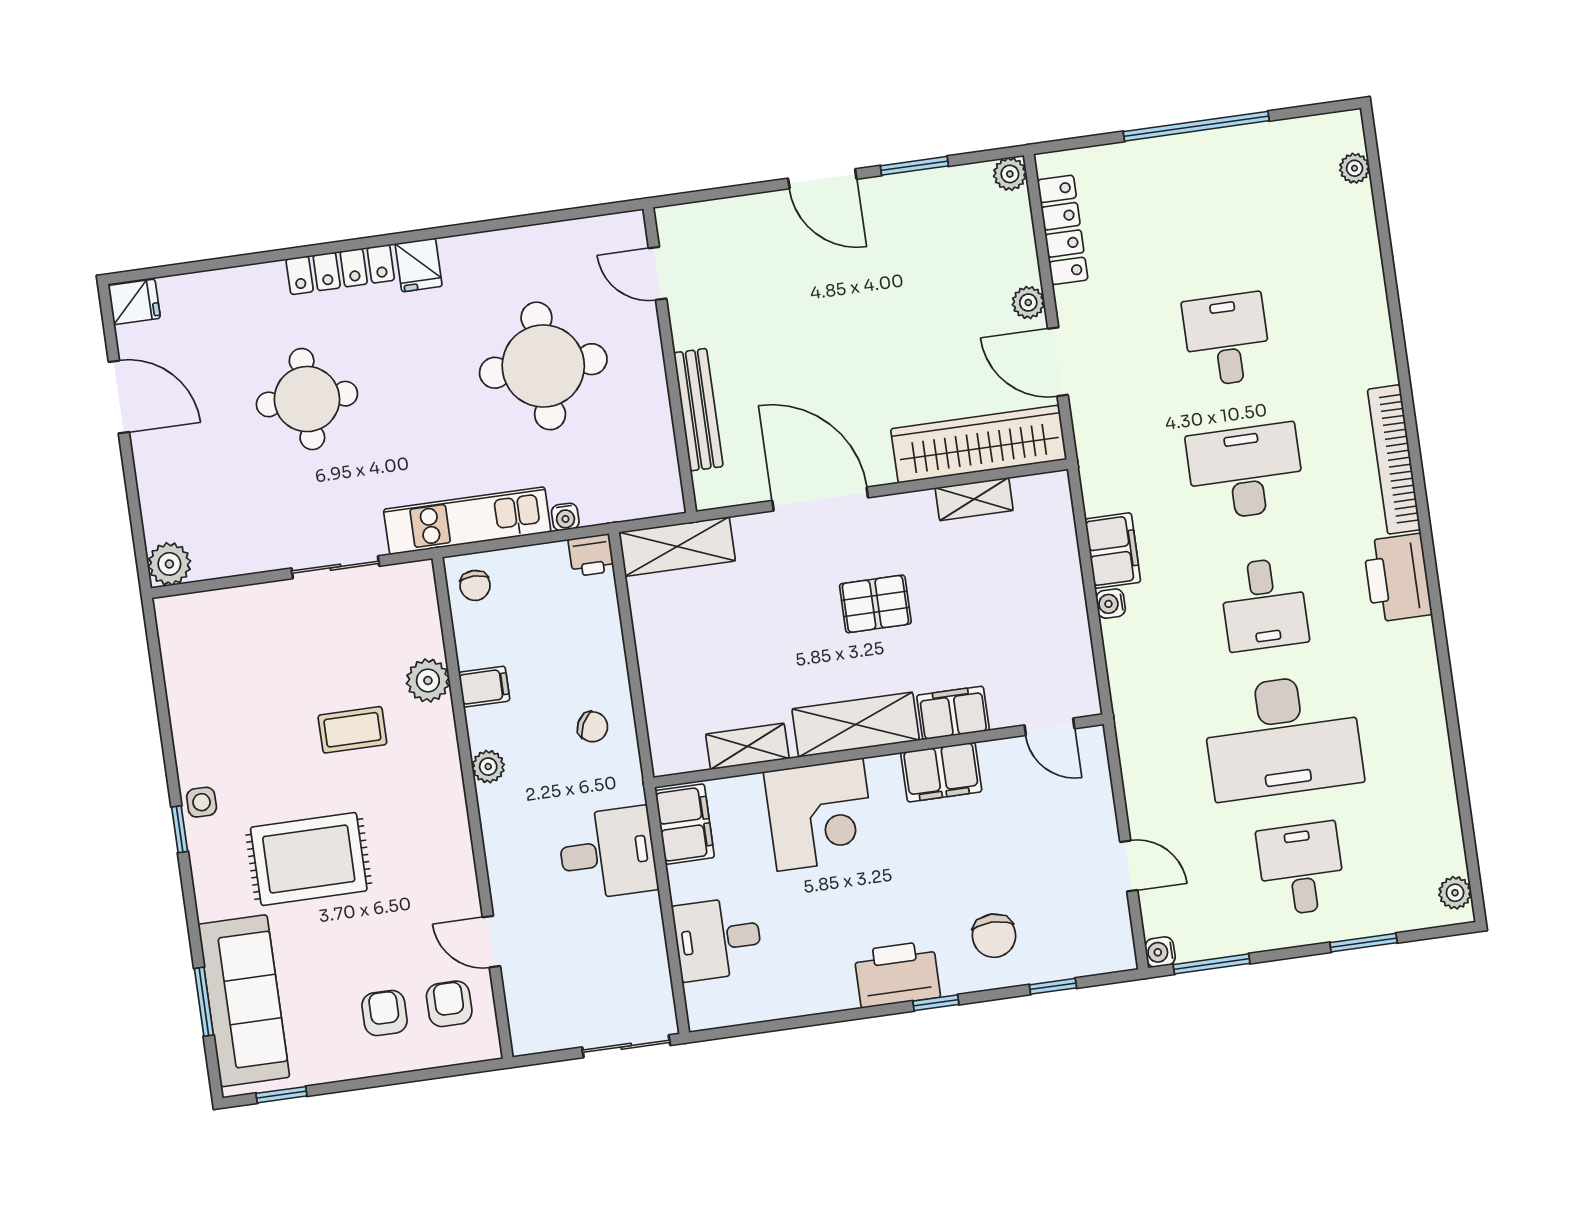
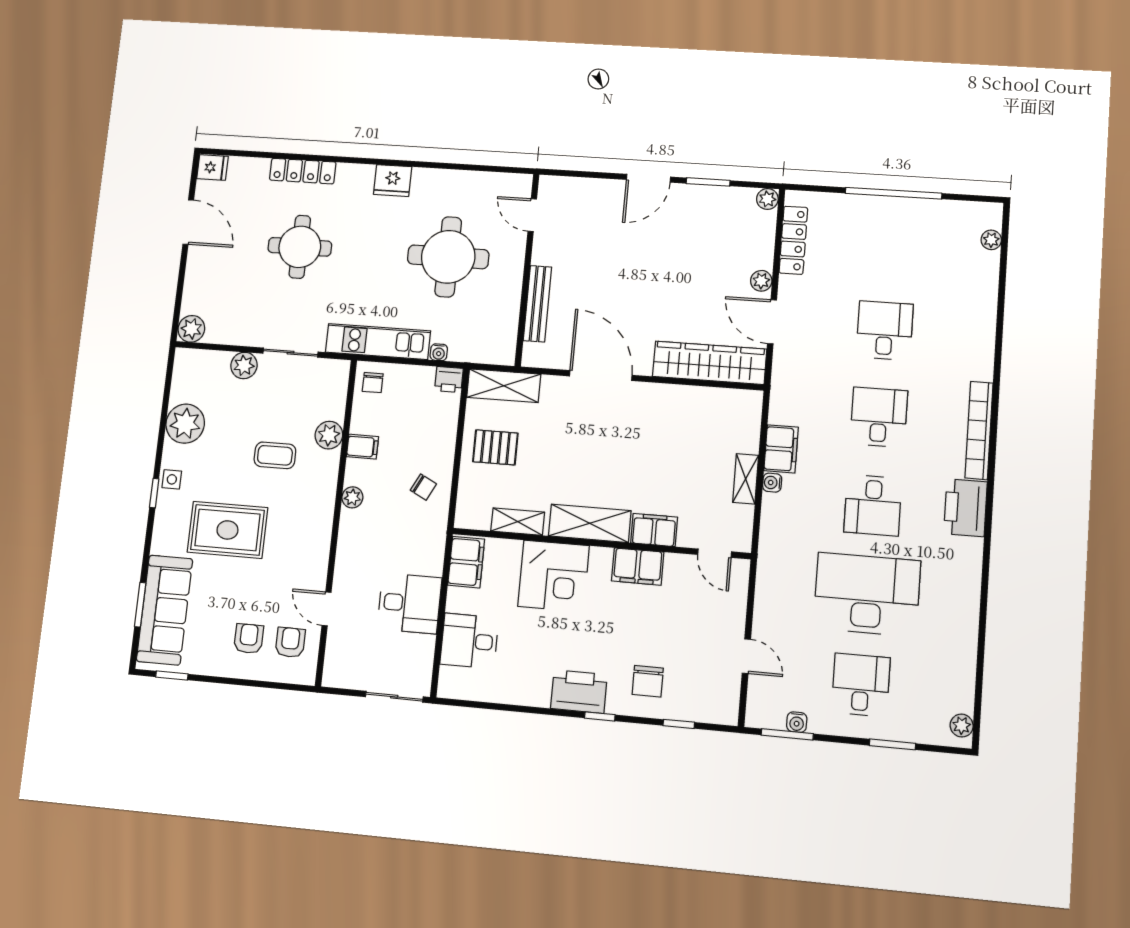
door: (822, 179) -> (648, 178), hinge flipped
fridge: (419, 265) -> (393, 181), width x1.38
locker: (340, 270) -> (303, 171), moved
desk: (1245, 472) -> (879, 417), width x0.73
shelving: (974, 499) -> (746, 479), moved, turned 90
plant: (268, 603) -> (244, 365), added
pallet: (875, 604) -> (495, 447), moved
plant: (199, 713) -> (185, 424), added
desk: (1283, 736) -> (867, 594), turned 180
desk: (607, 853) -> (409, 603), moved
water cooler: (1160, 952) -> (797, 722), moved, turned -90

